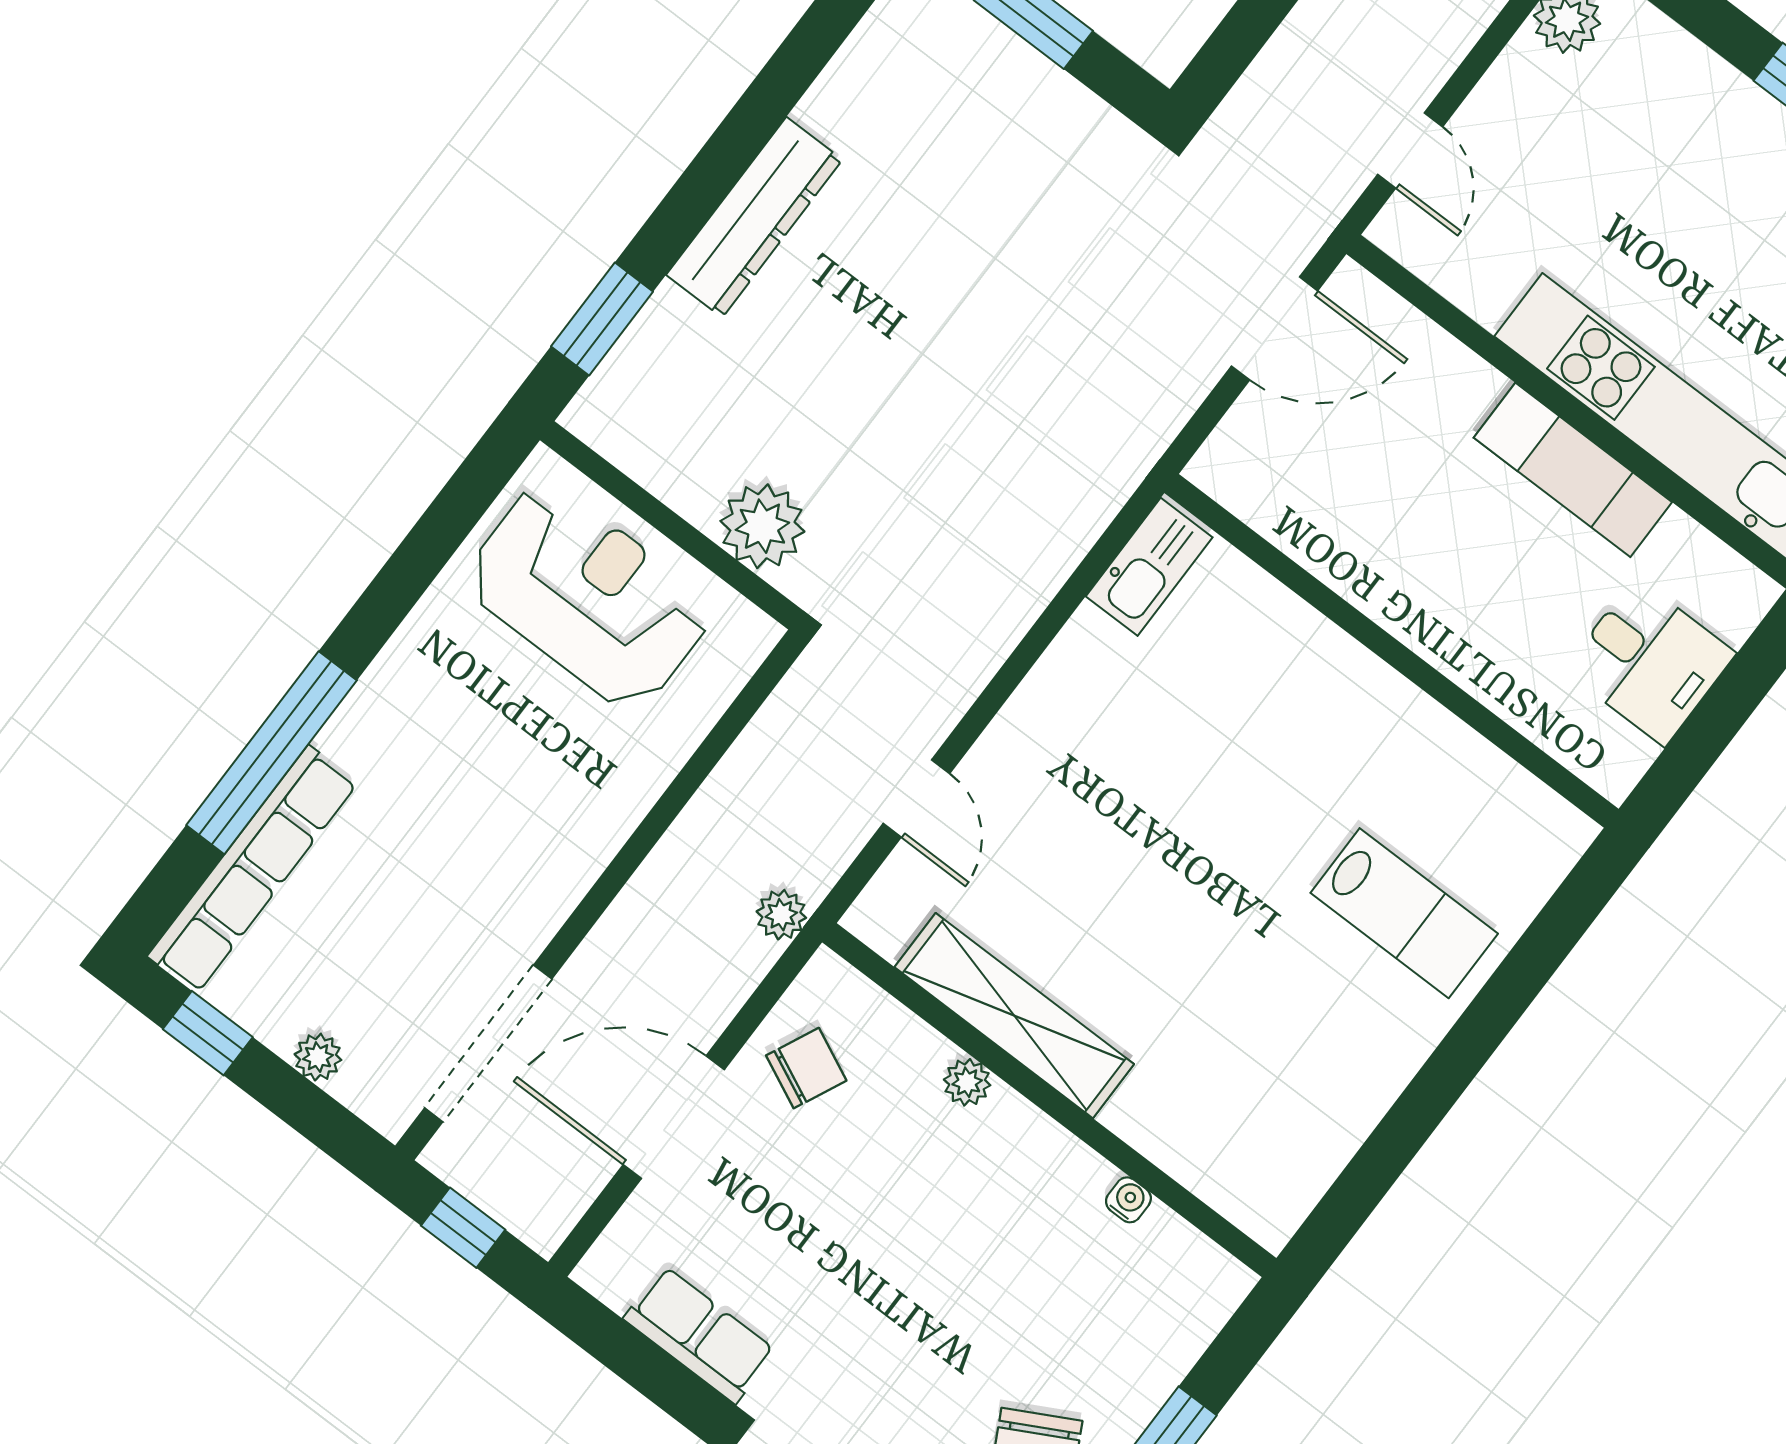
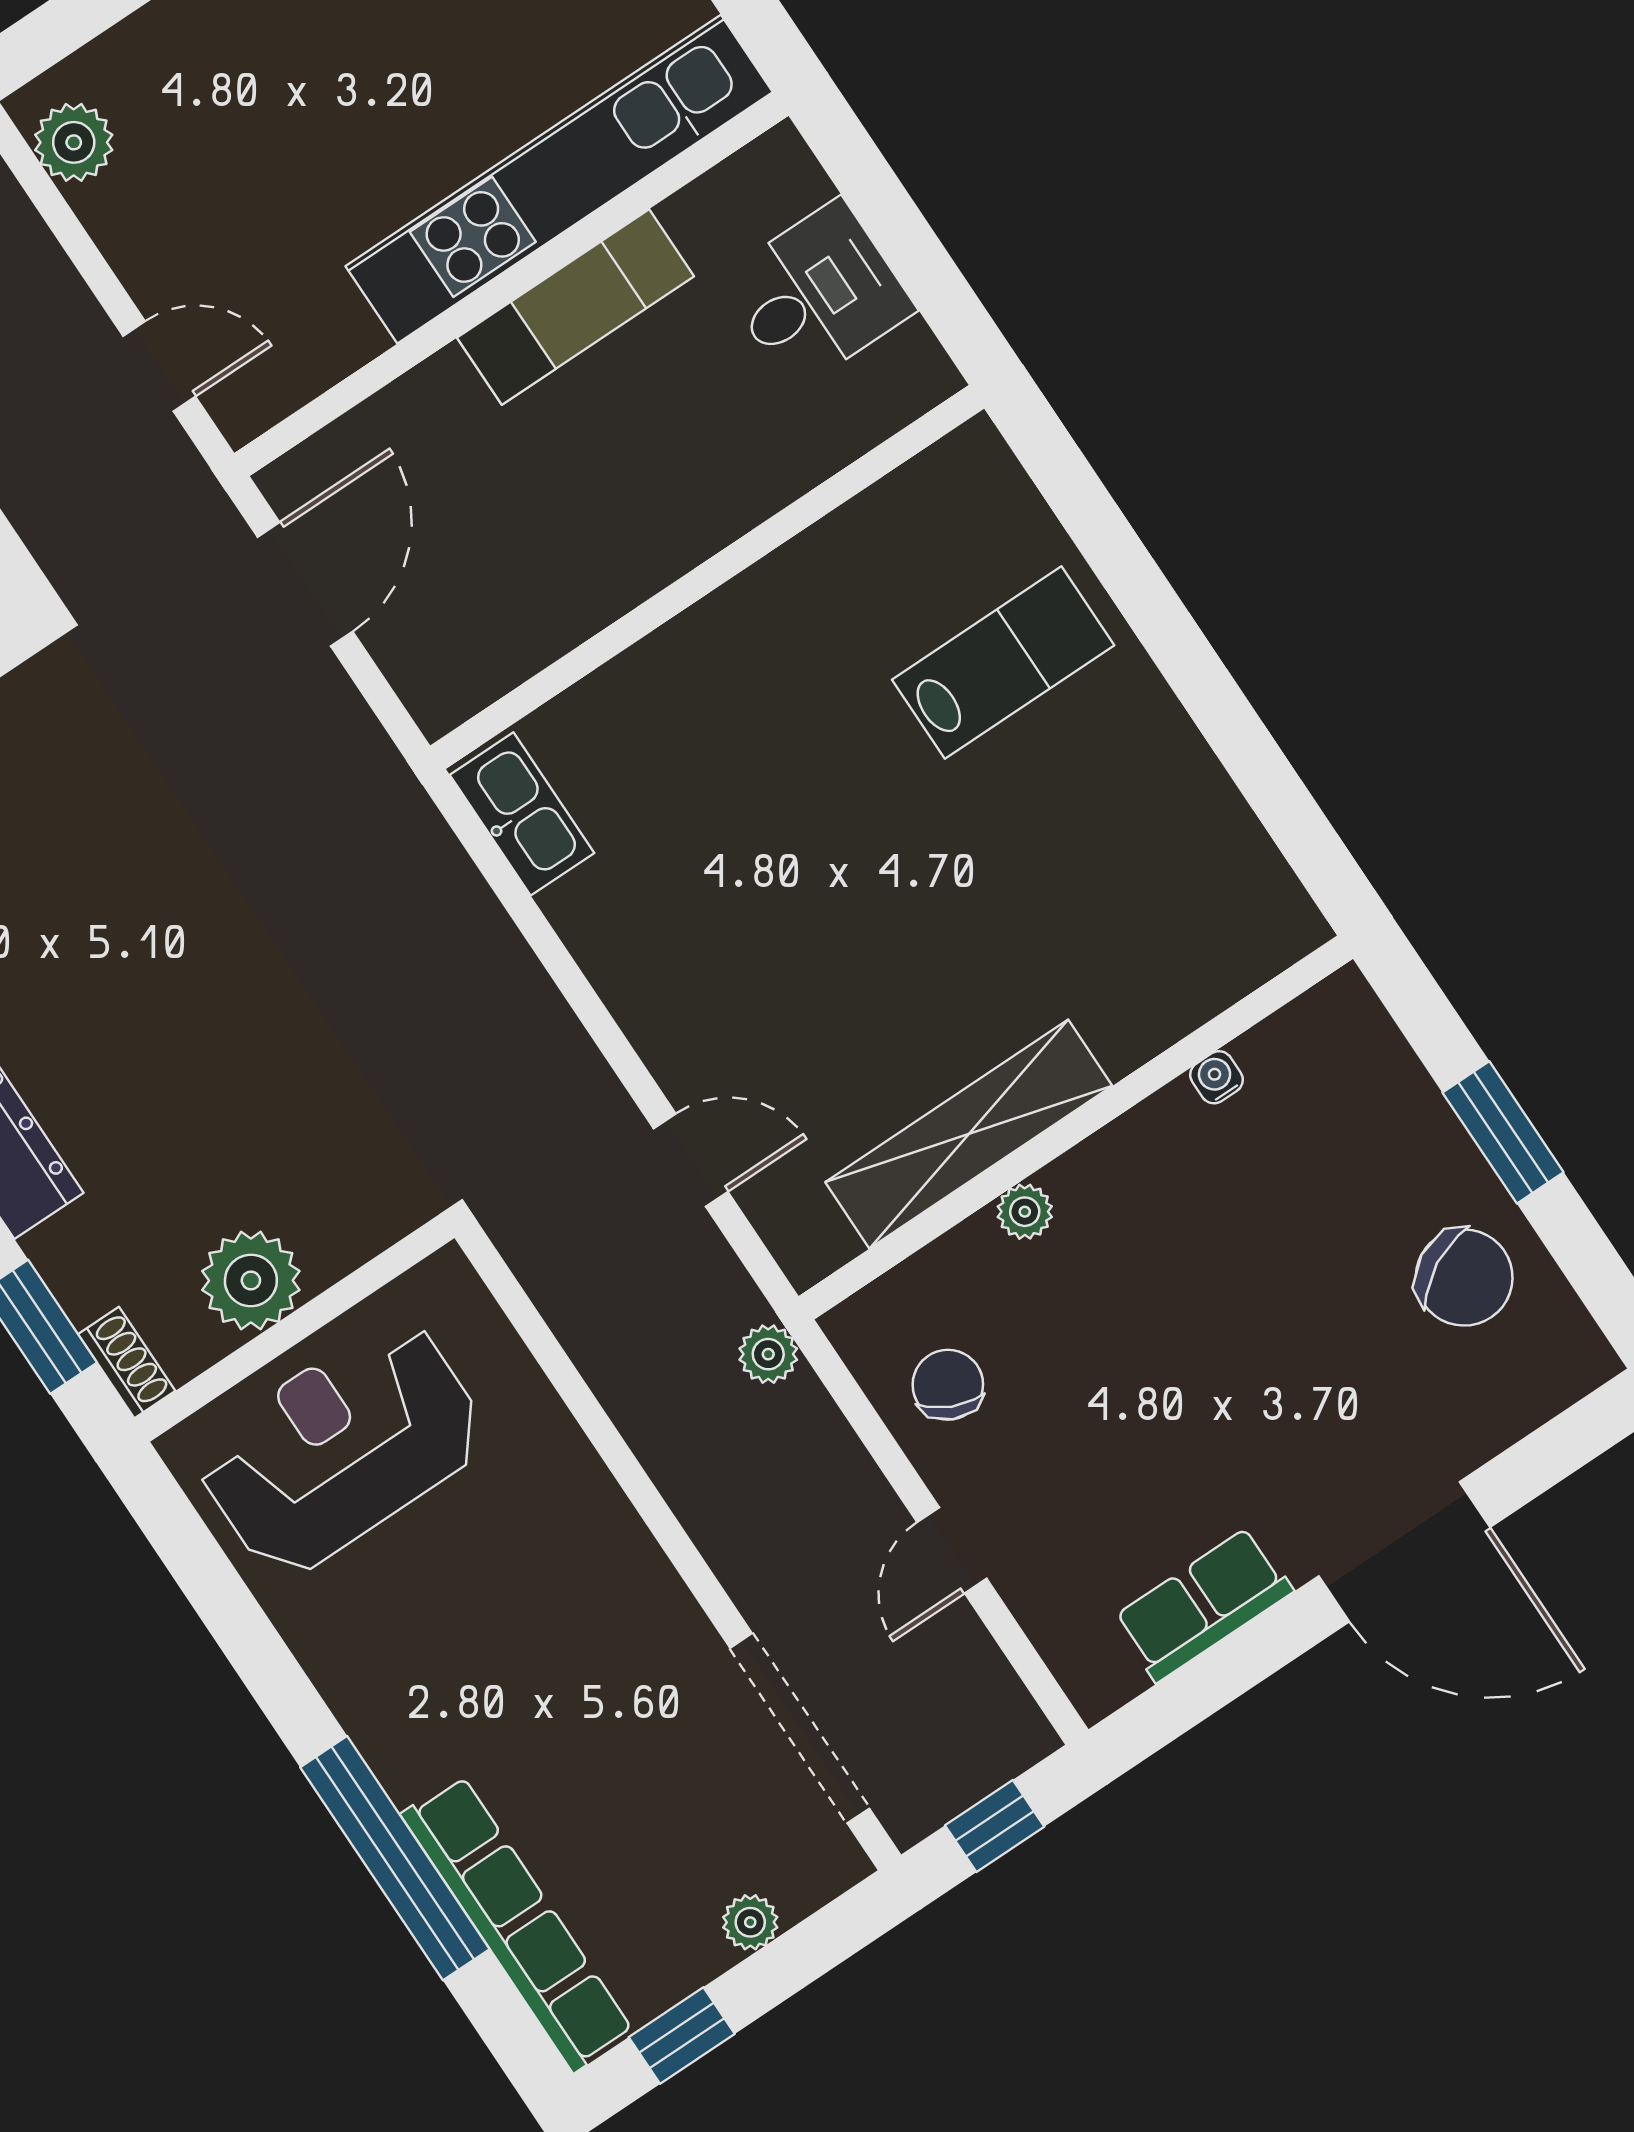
shoe rack: (597, 399) -> (127, 1363), added
plant: (762, 526) -> (251, 1281), moved
door: (674, 1117) -> (952, 1550), width x0.53

